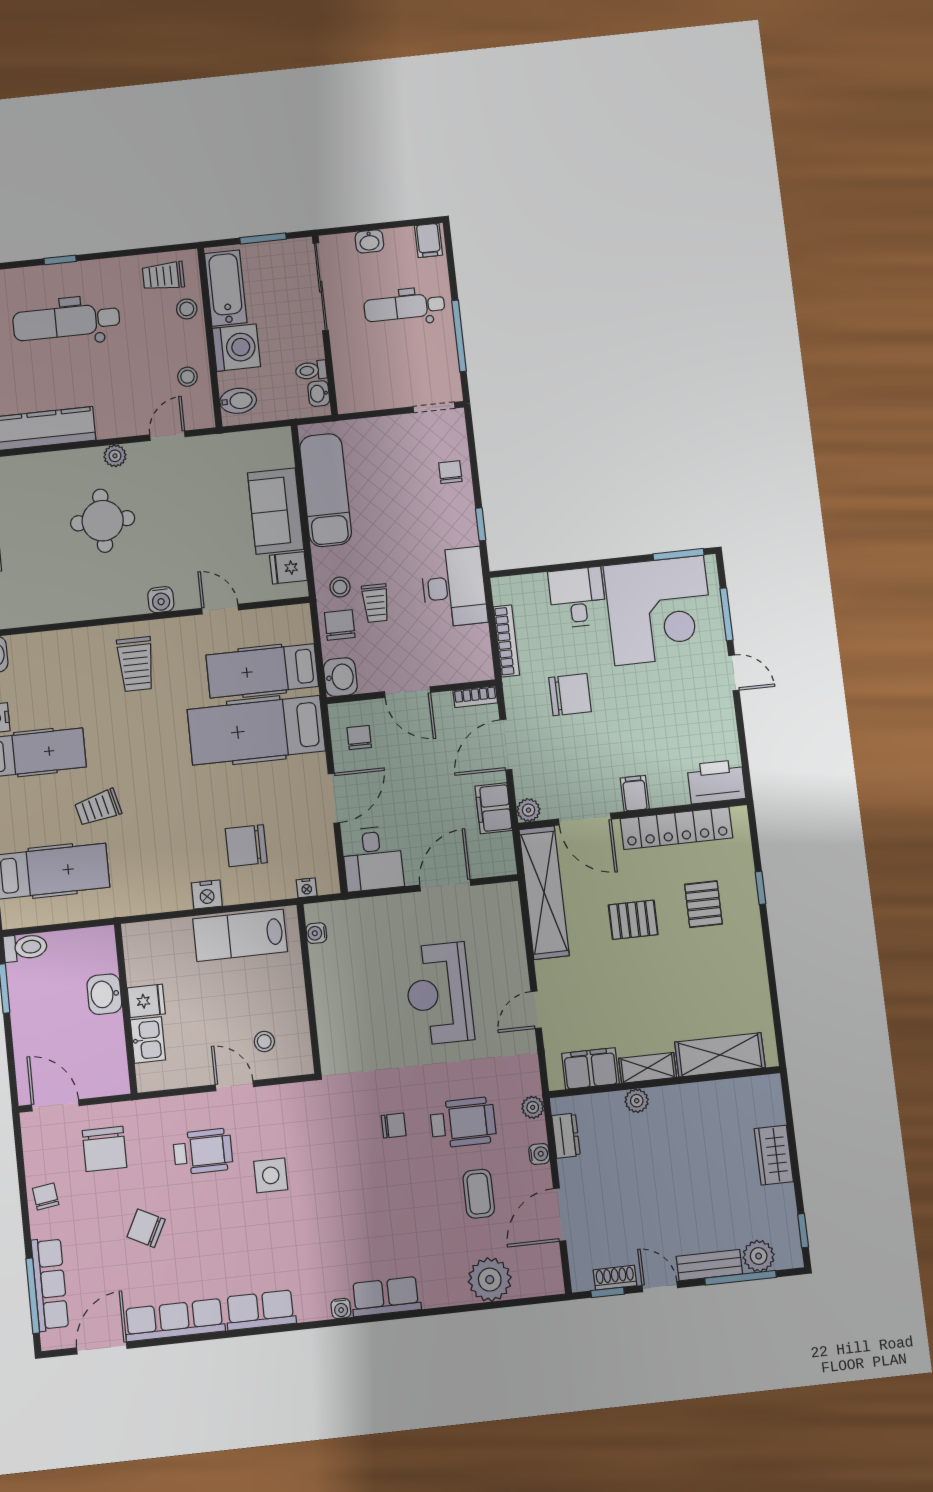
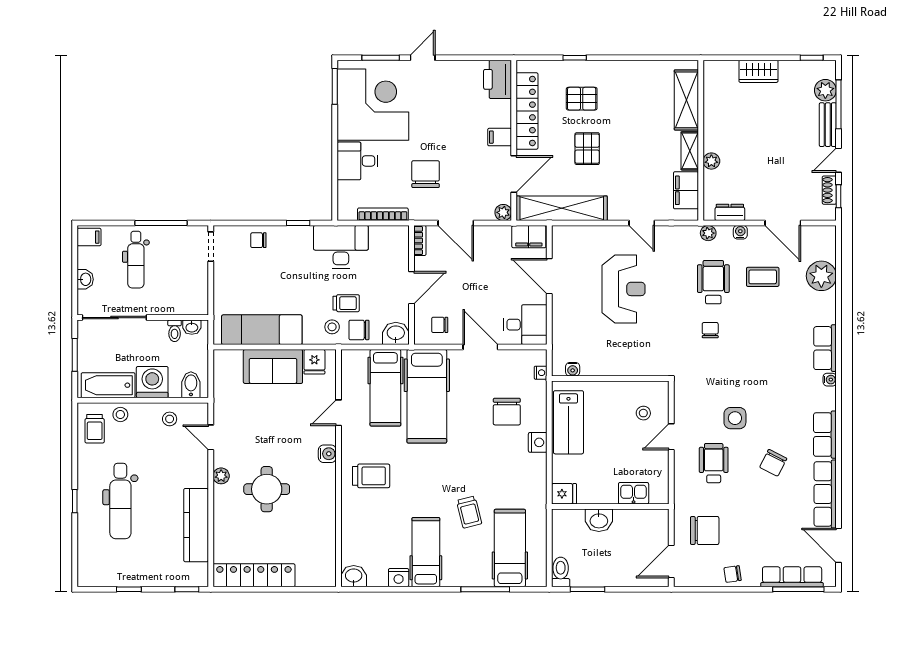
filing cabinet: (494, 808) -> (529, 237), moved
reception desk: (439, 994) -> (624, 289), turned -90
fridge: (146, 1001) -> (564, 494), moved, turned 90
chair: (146, 1228) -> (773, 463), moved

